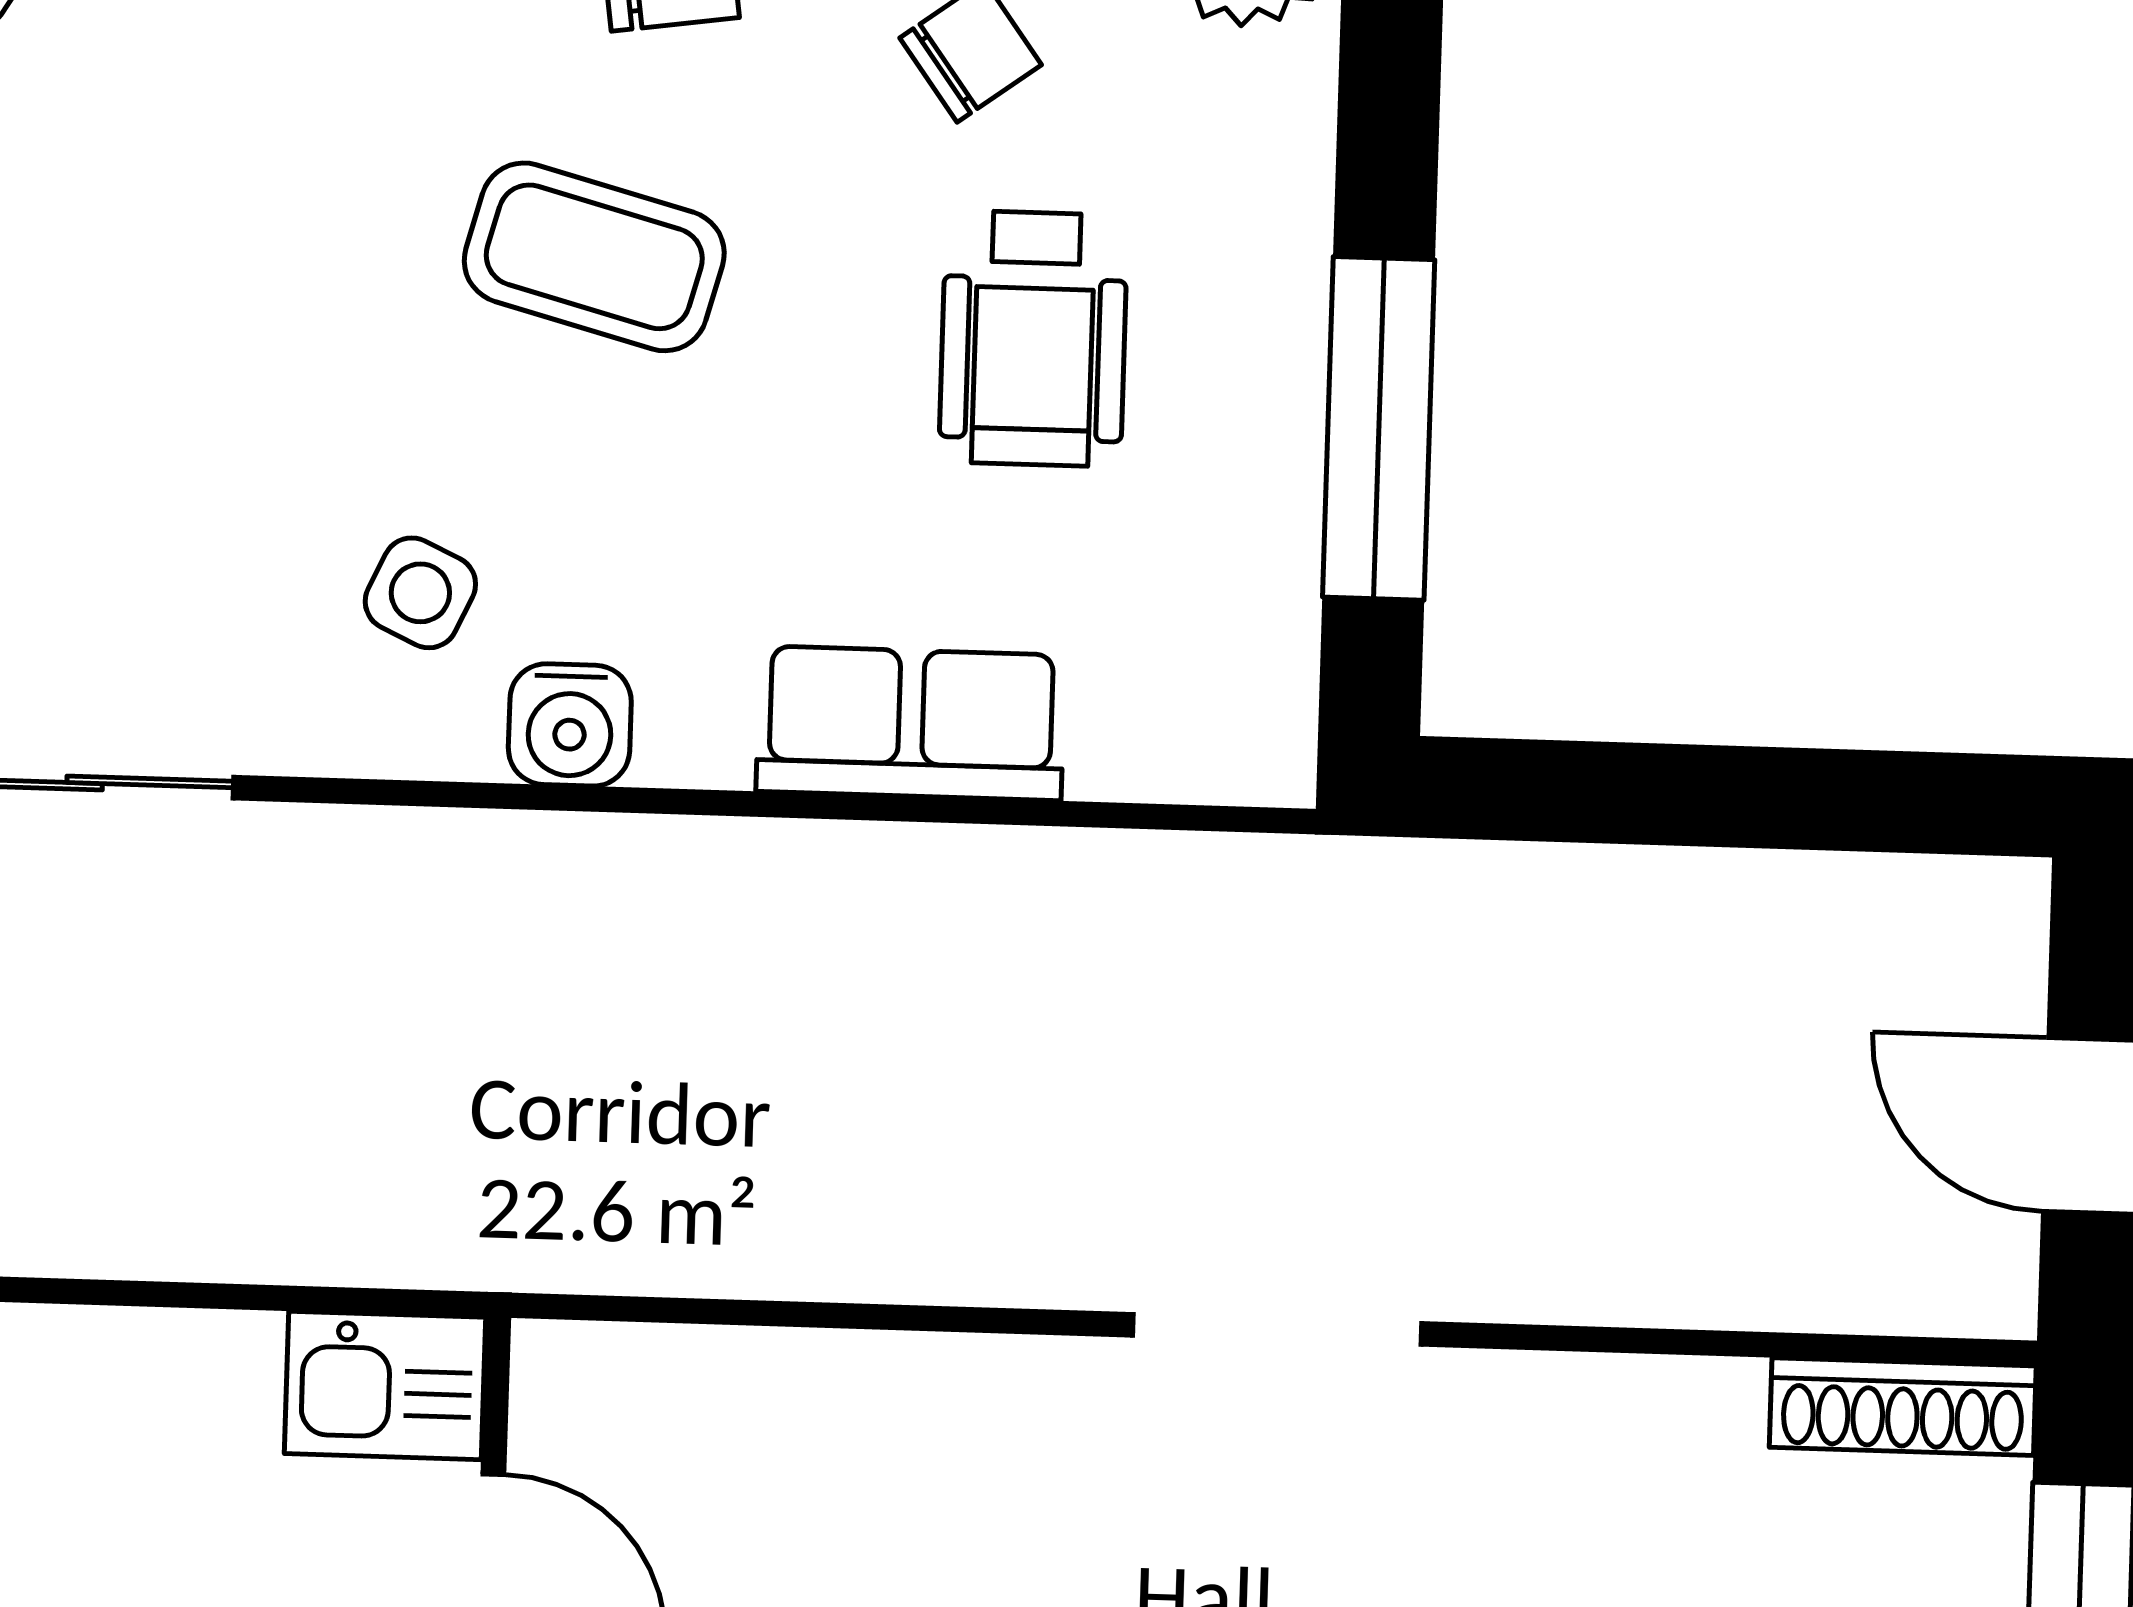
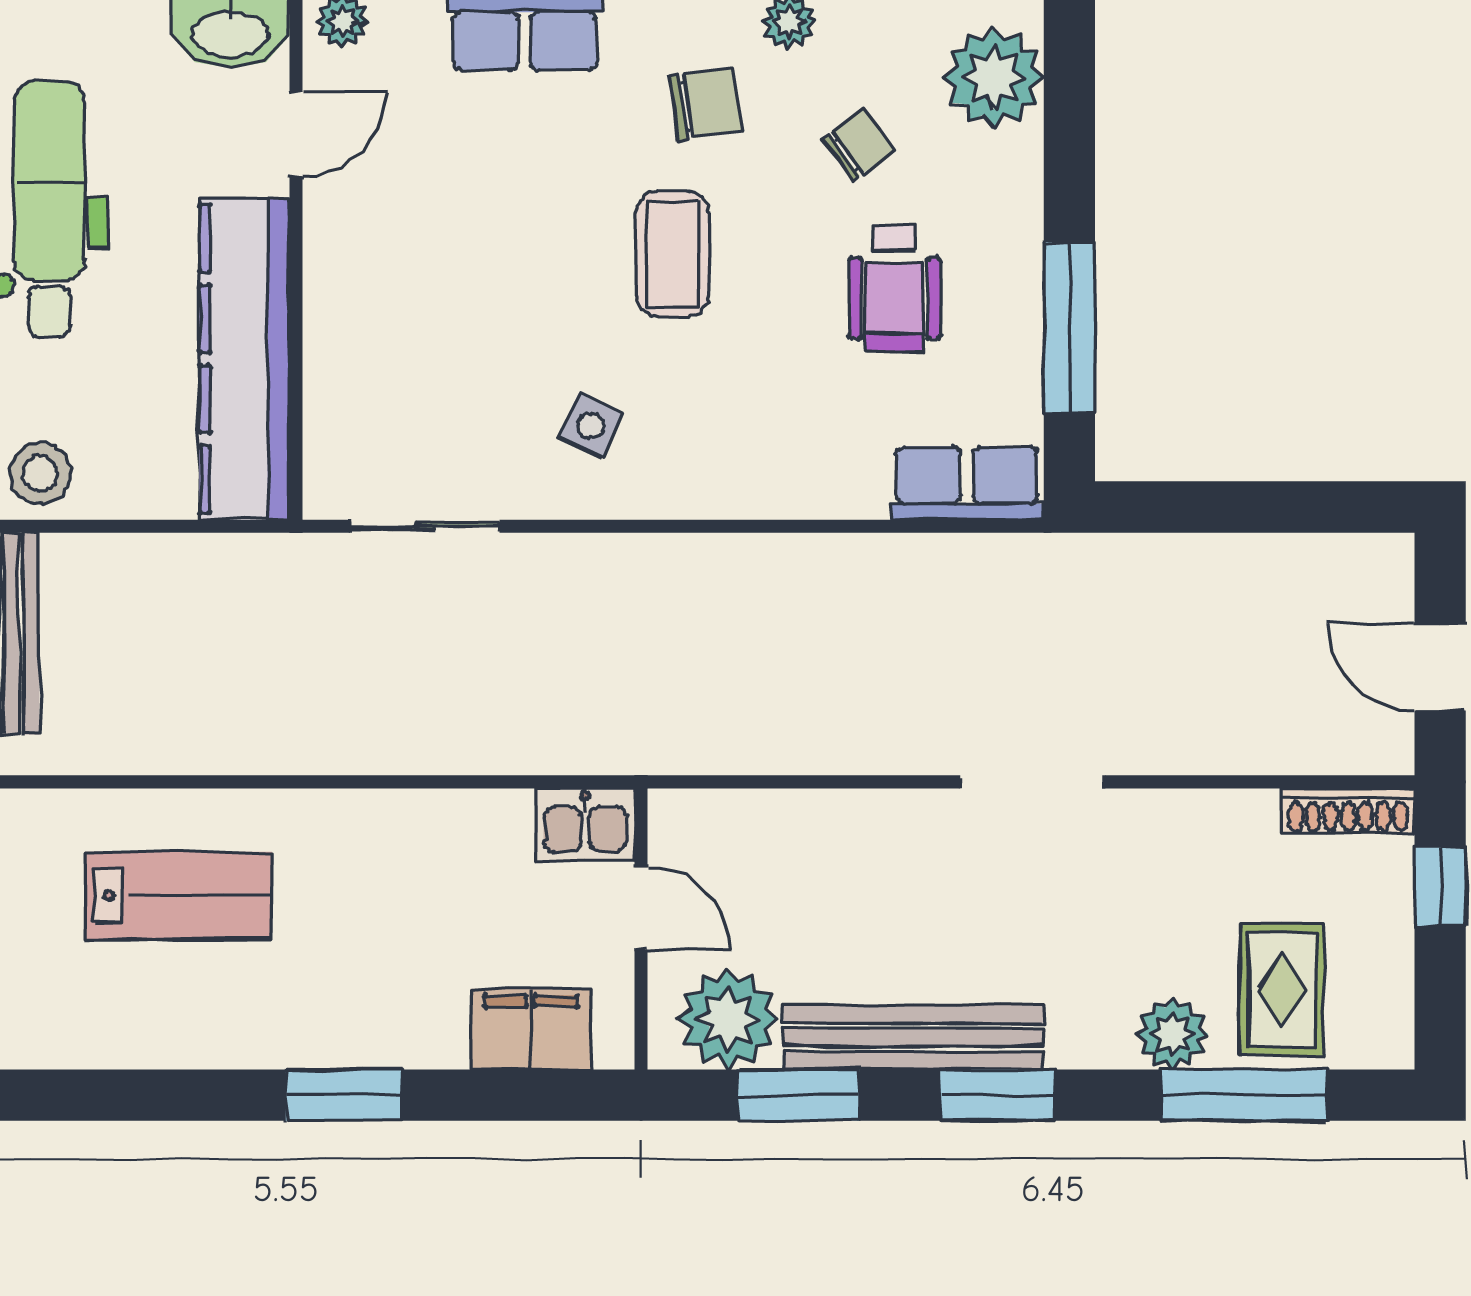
coffee table: (594, 257) -> (673, 254), turned 75
row of seats: (911, 723) -> (967, 483), moved
water cooler: (570, 725) -> (668, 489), removed

